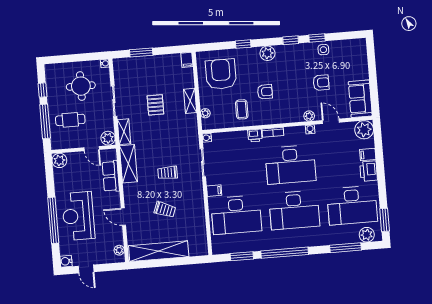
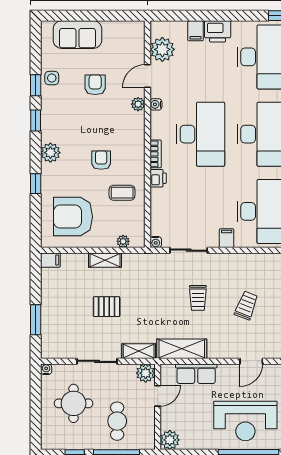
sofa: (360, 99) -> (77, 35), moved
plant: (364, 130) -> (162, 49), moved

